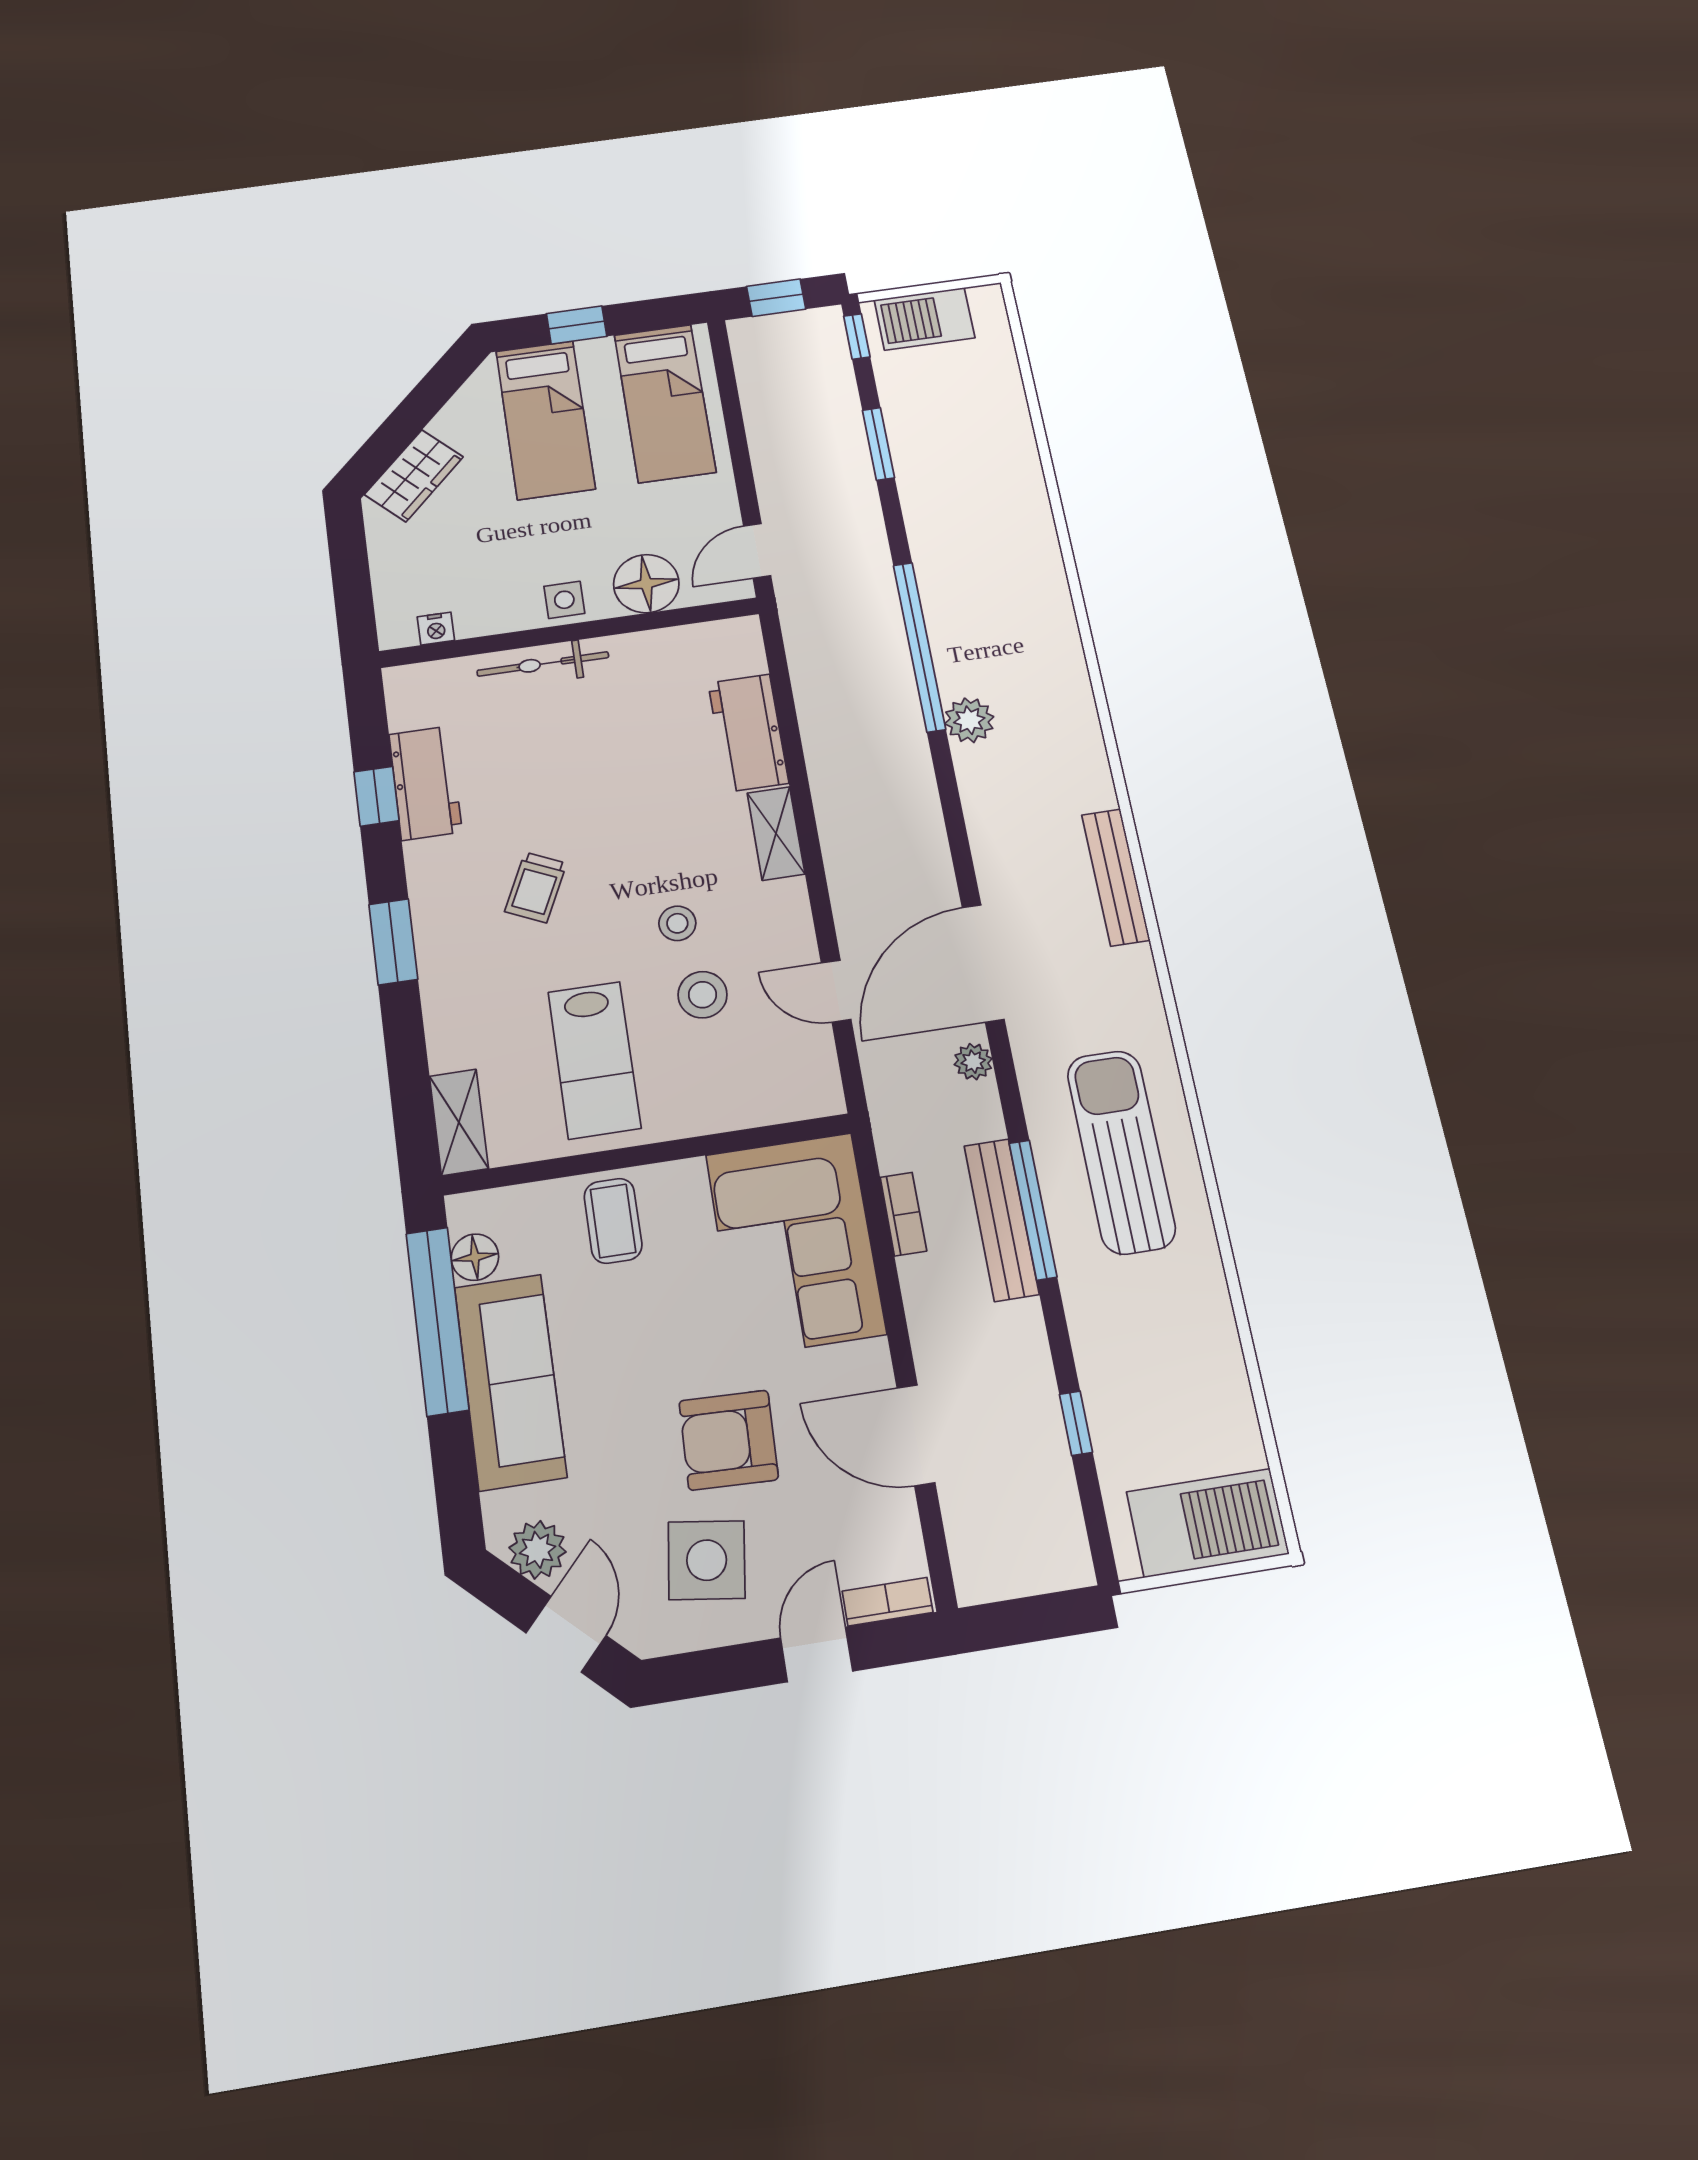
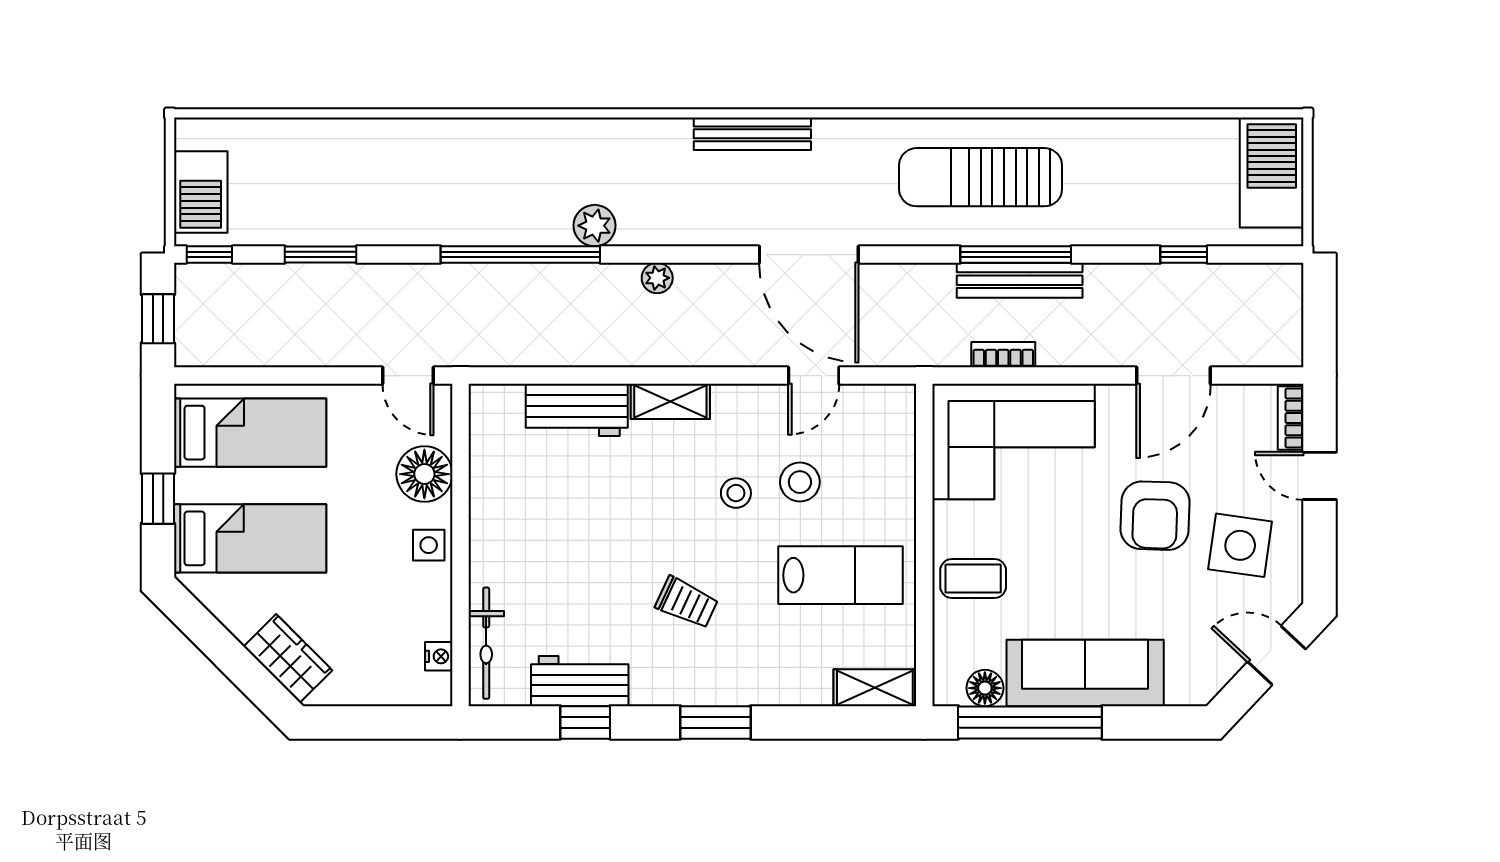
bicycle: (543, 664) -> (486, 643), moved
plant: (973, 1062) -> (657, 278), moved
plant: (538, 1550) -> (1213, 668), removed

